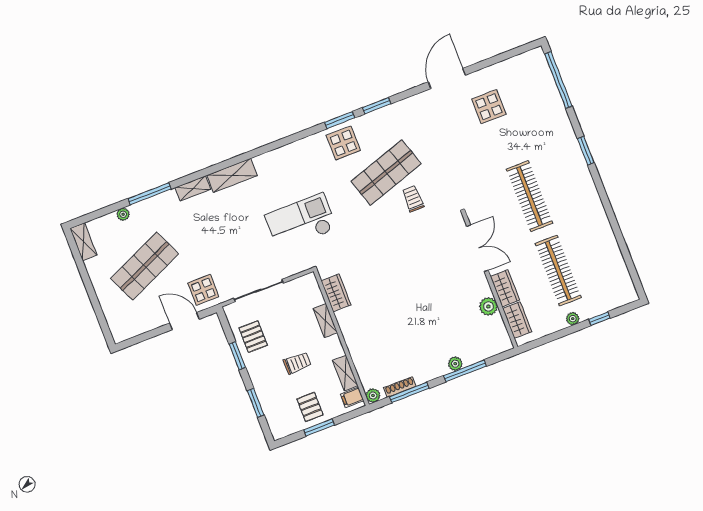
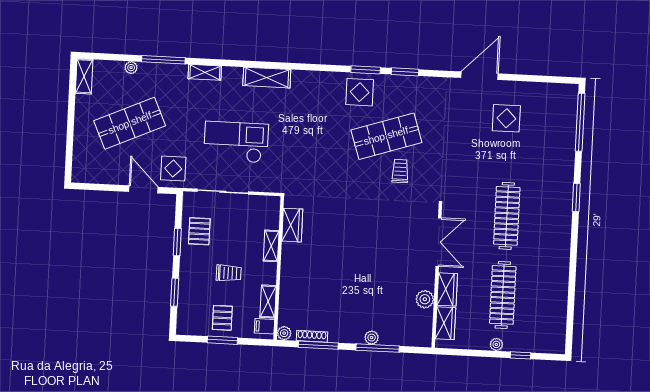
shelving: (232, 175) -> (267, 78), moved
checkout: (301, 222) -> (236, 142), moved

